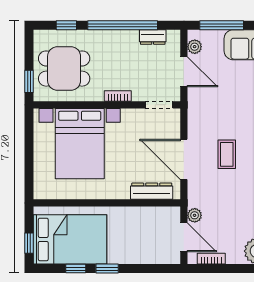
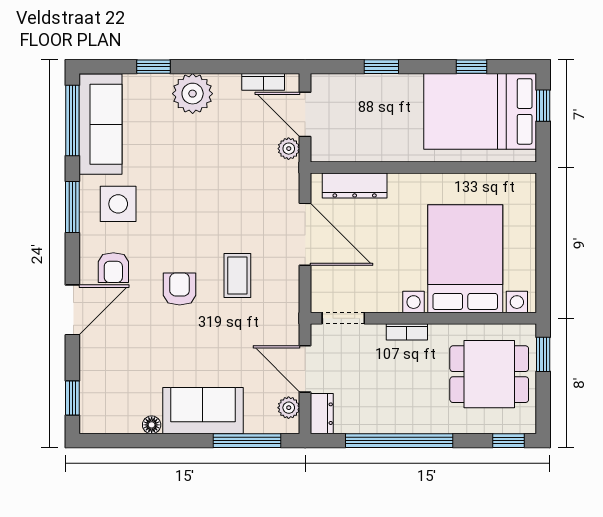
window: (66, 25) -> (509, 441), moved
dresser: (153, 37) -> (322, 414), moved, turned 90
coffee table: (227, 154) -> (237, 275), moved
window: (107, 269) -> (381, 67), moved

